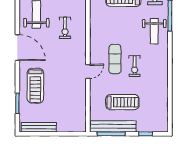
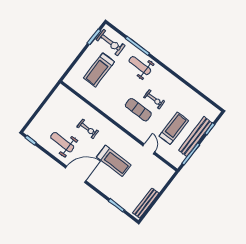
weight bench: (154, 31) -> (140, 66), turned 180
door: (88, 71) -> (149, 149), moved
treadmill: (35, 86) -> (114, 161), moved
bench: (113, 126) -> (195, 137), moved

